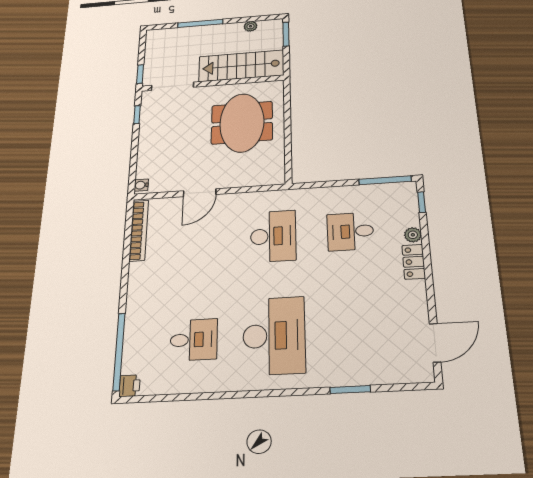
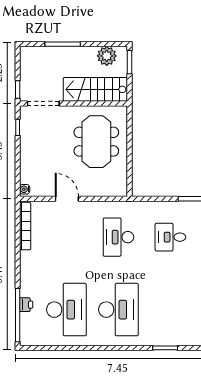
plant: (250, 26) -> (107, 56), width x1.87, depth x1.87
door: (200, 193) -> (67, 199), swing flipped
desk: (273, 236) -> (118, 237), turned 180
desk: (194, 340) -> (66, 310), width x1.87, depth x1.30
printer: (130, 386) -> (26, 305), moved

